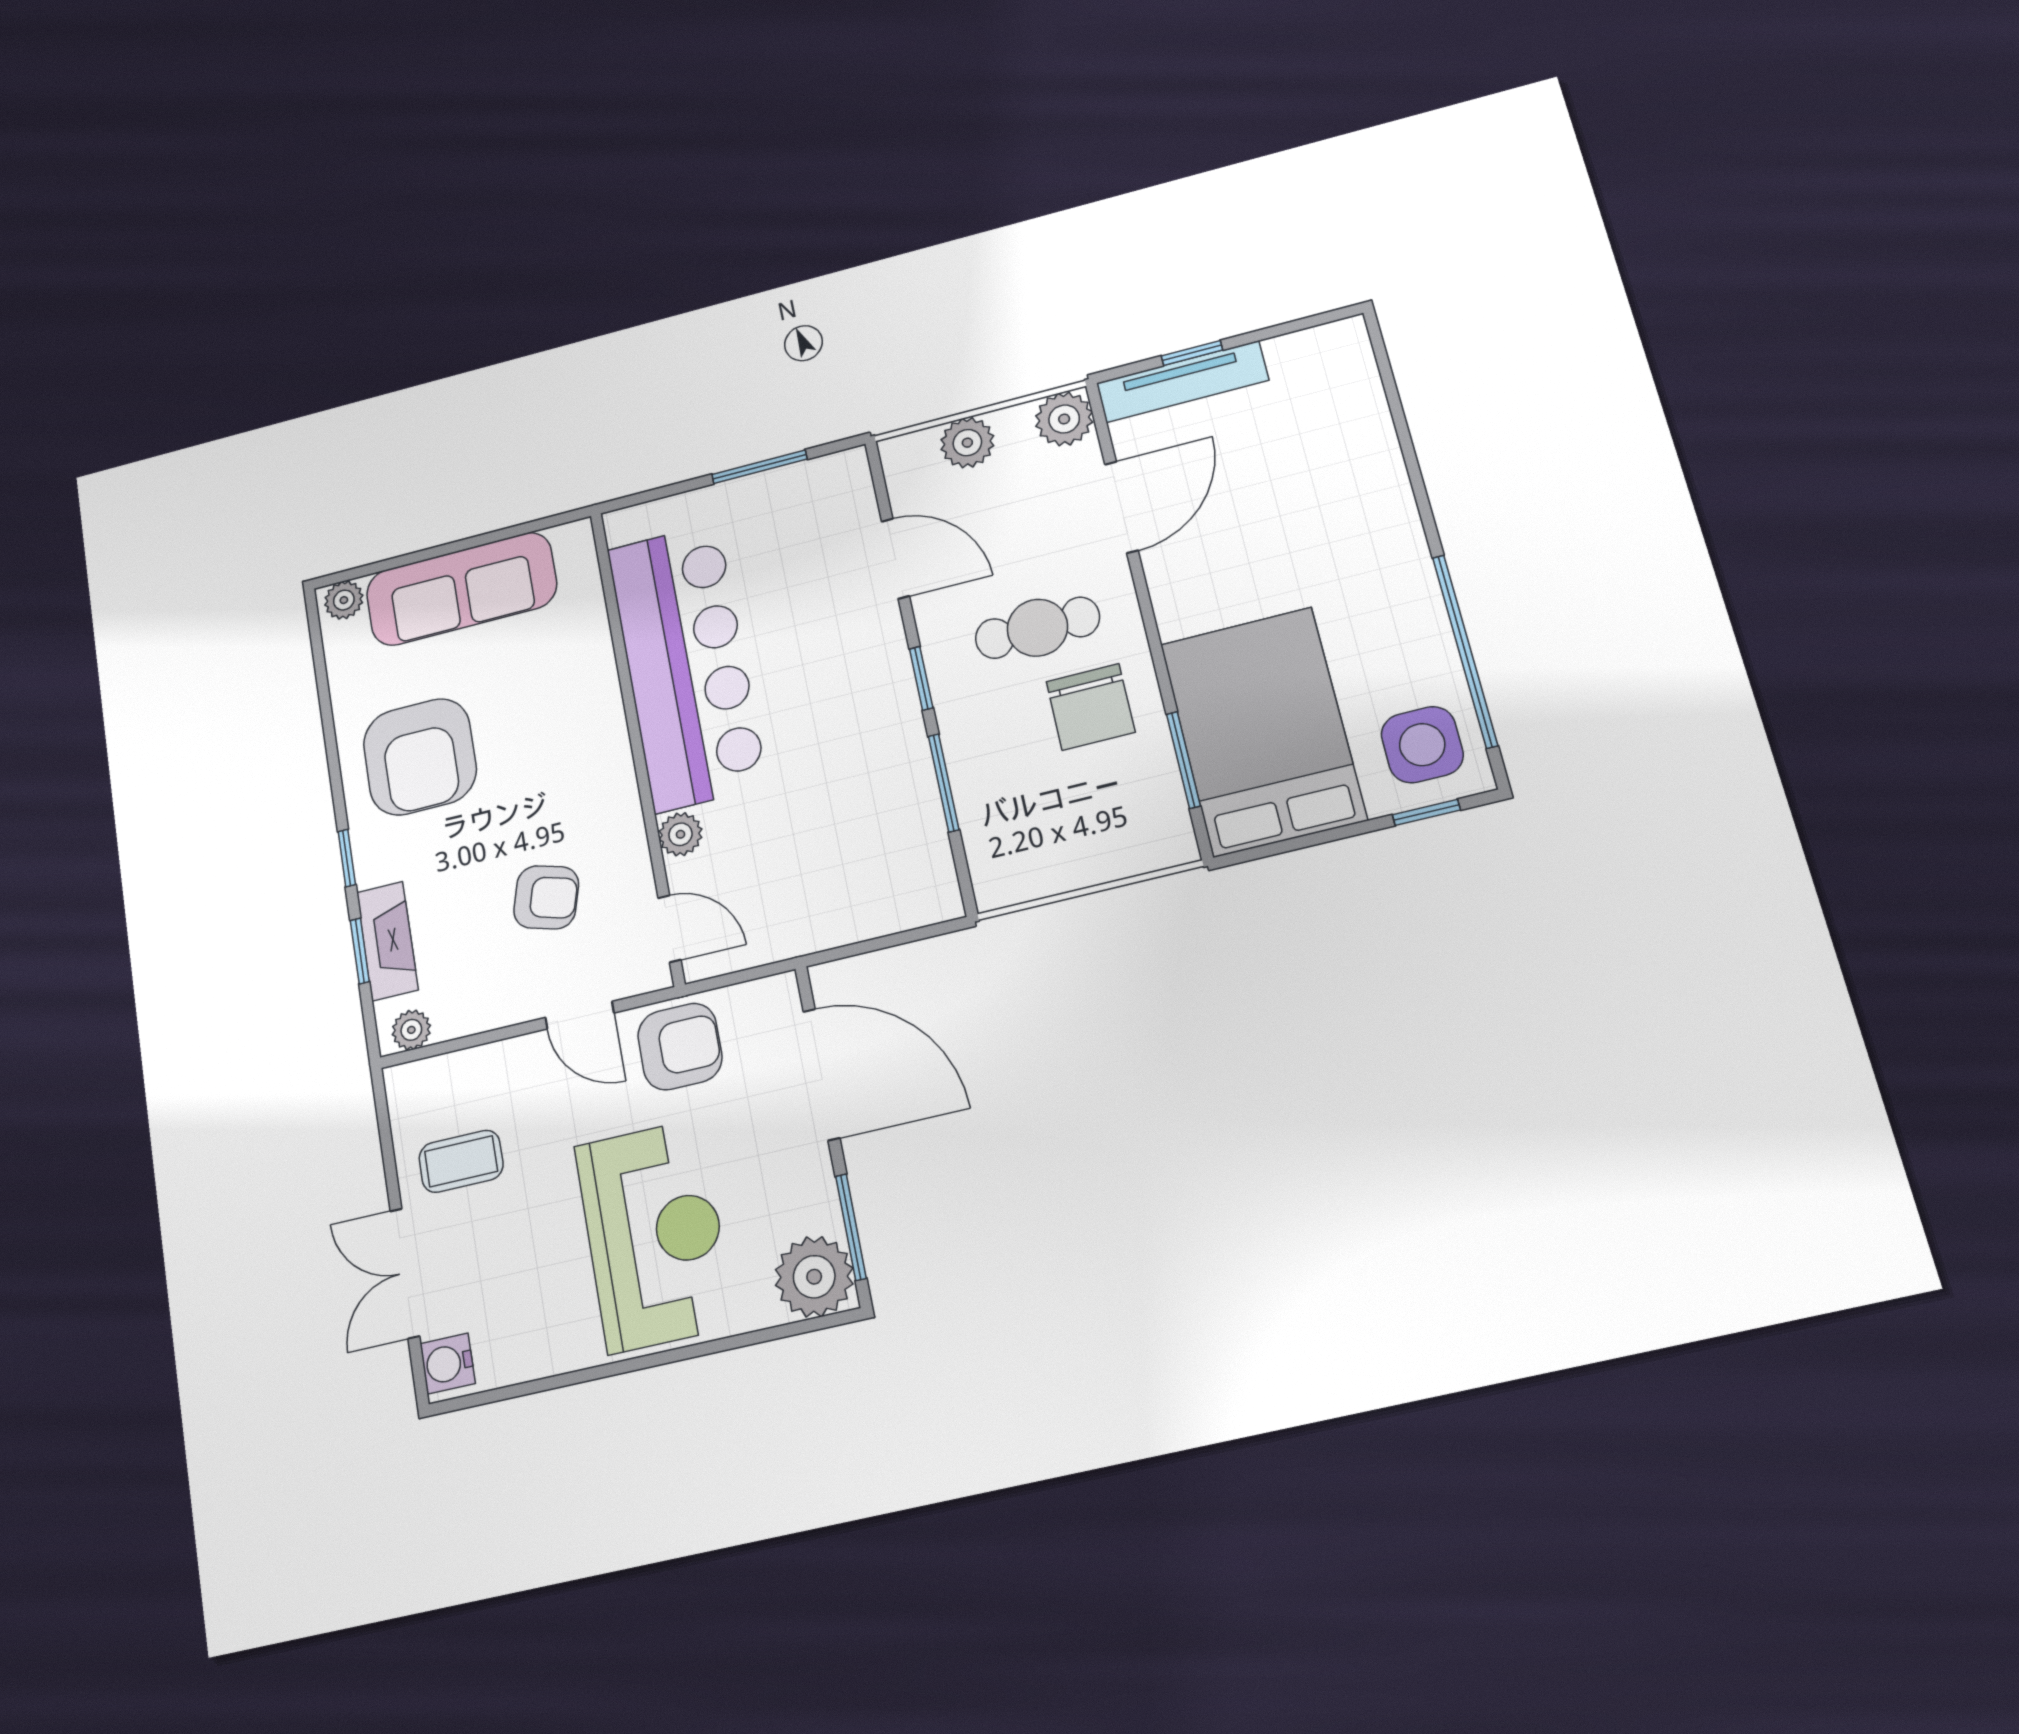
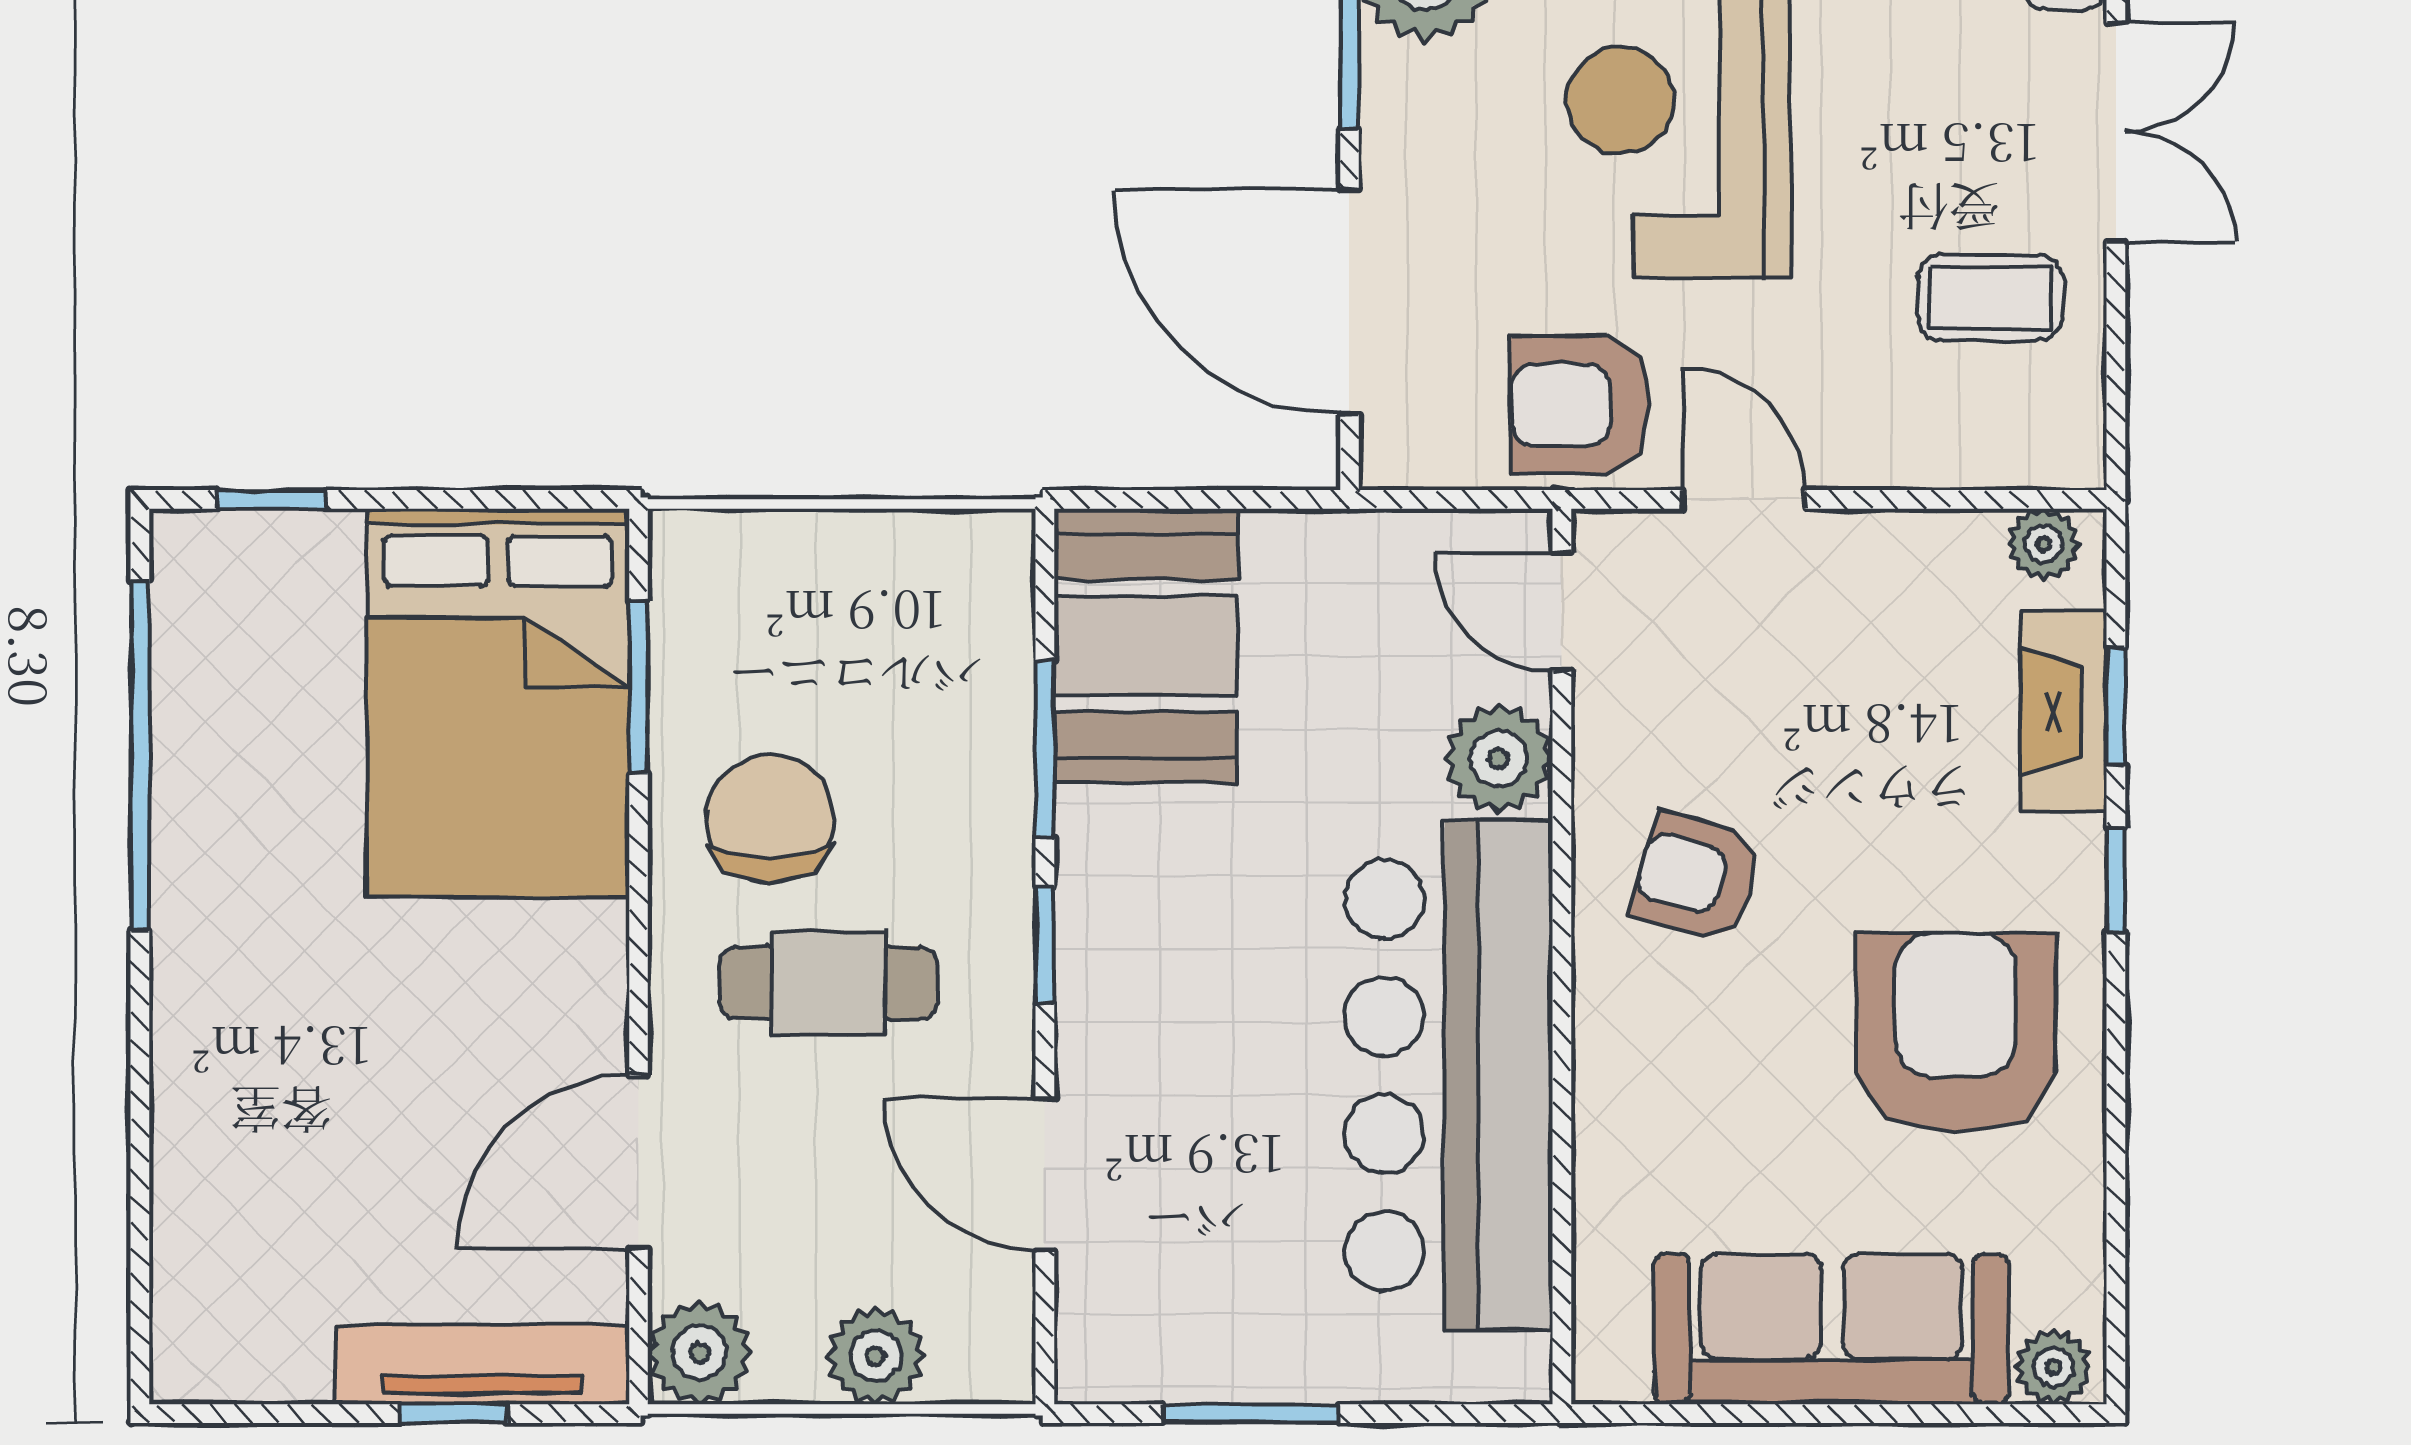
side table: (1422, 745) -> (249, 614), removed
plant: (680, 834) -> (1499, 759), width x1.38, depth x1.38
booth: (899, 854) -> (1146, 646), added
armchair: (546, 897) -> (1697, 878), moved

